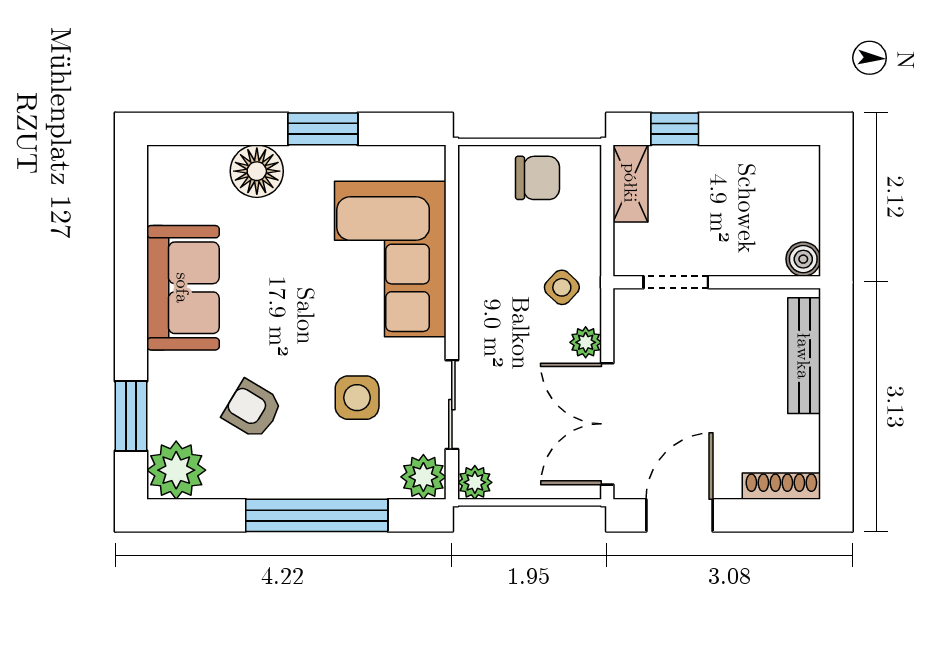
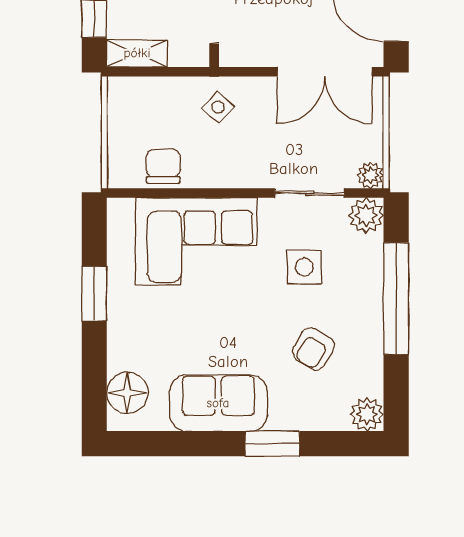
floor lamp: (257, 171) -> (127, 393), moved
chair: (537, 178) -> (163, 166), moved
plant: (586, 342) -> (261, 89), removed
window: (131, 416) -> (272, 444), moved
plant: (176, 470) -> (367, 414), width x0.73, depth x0.73

